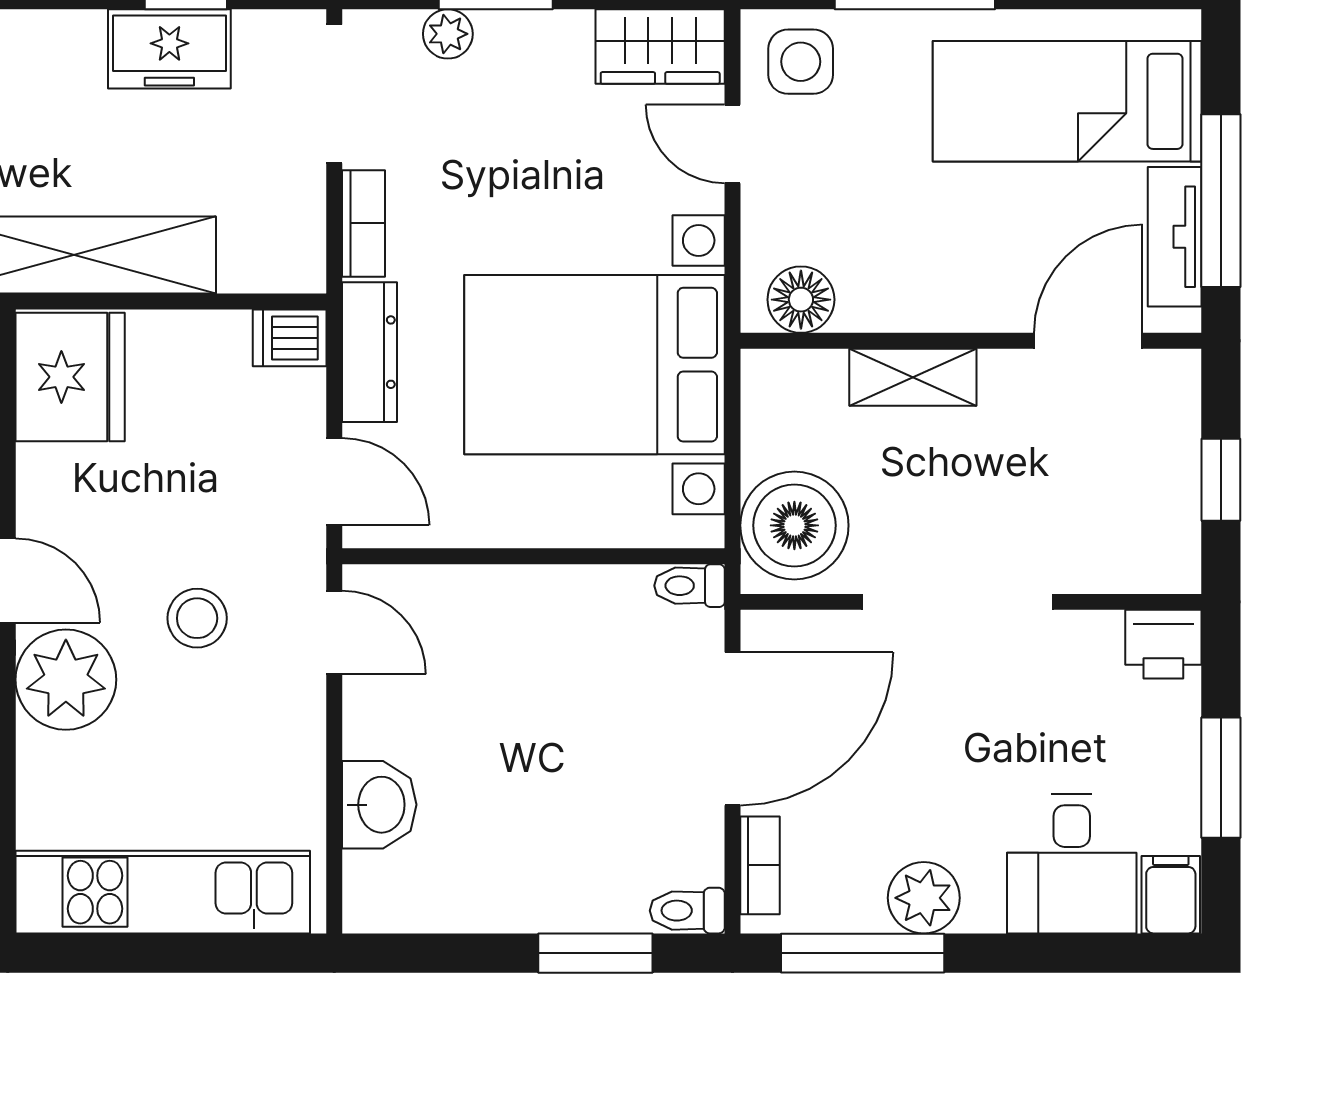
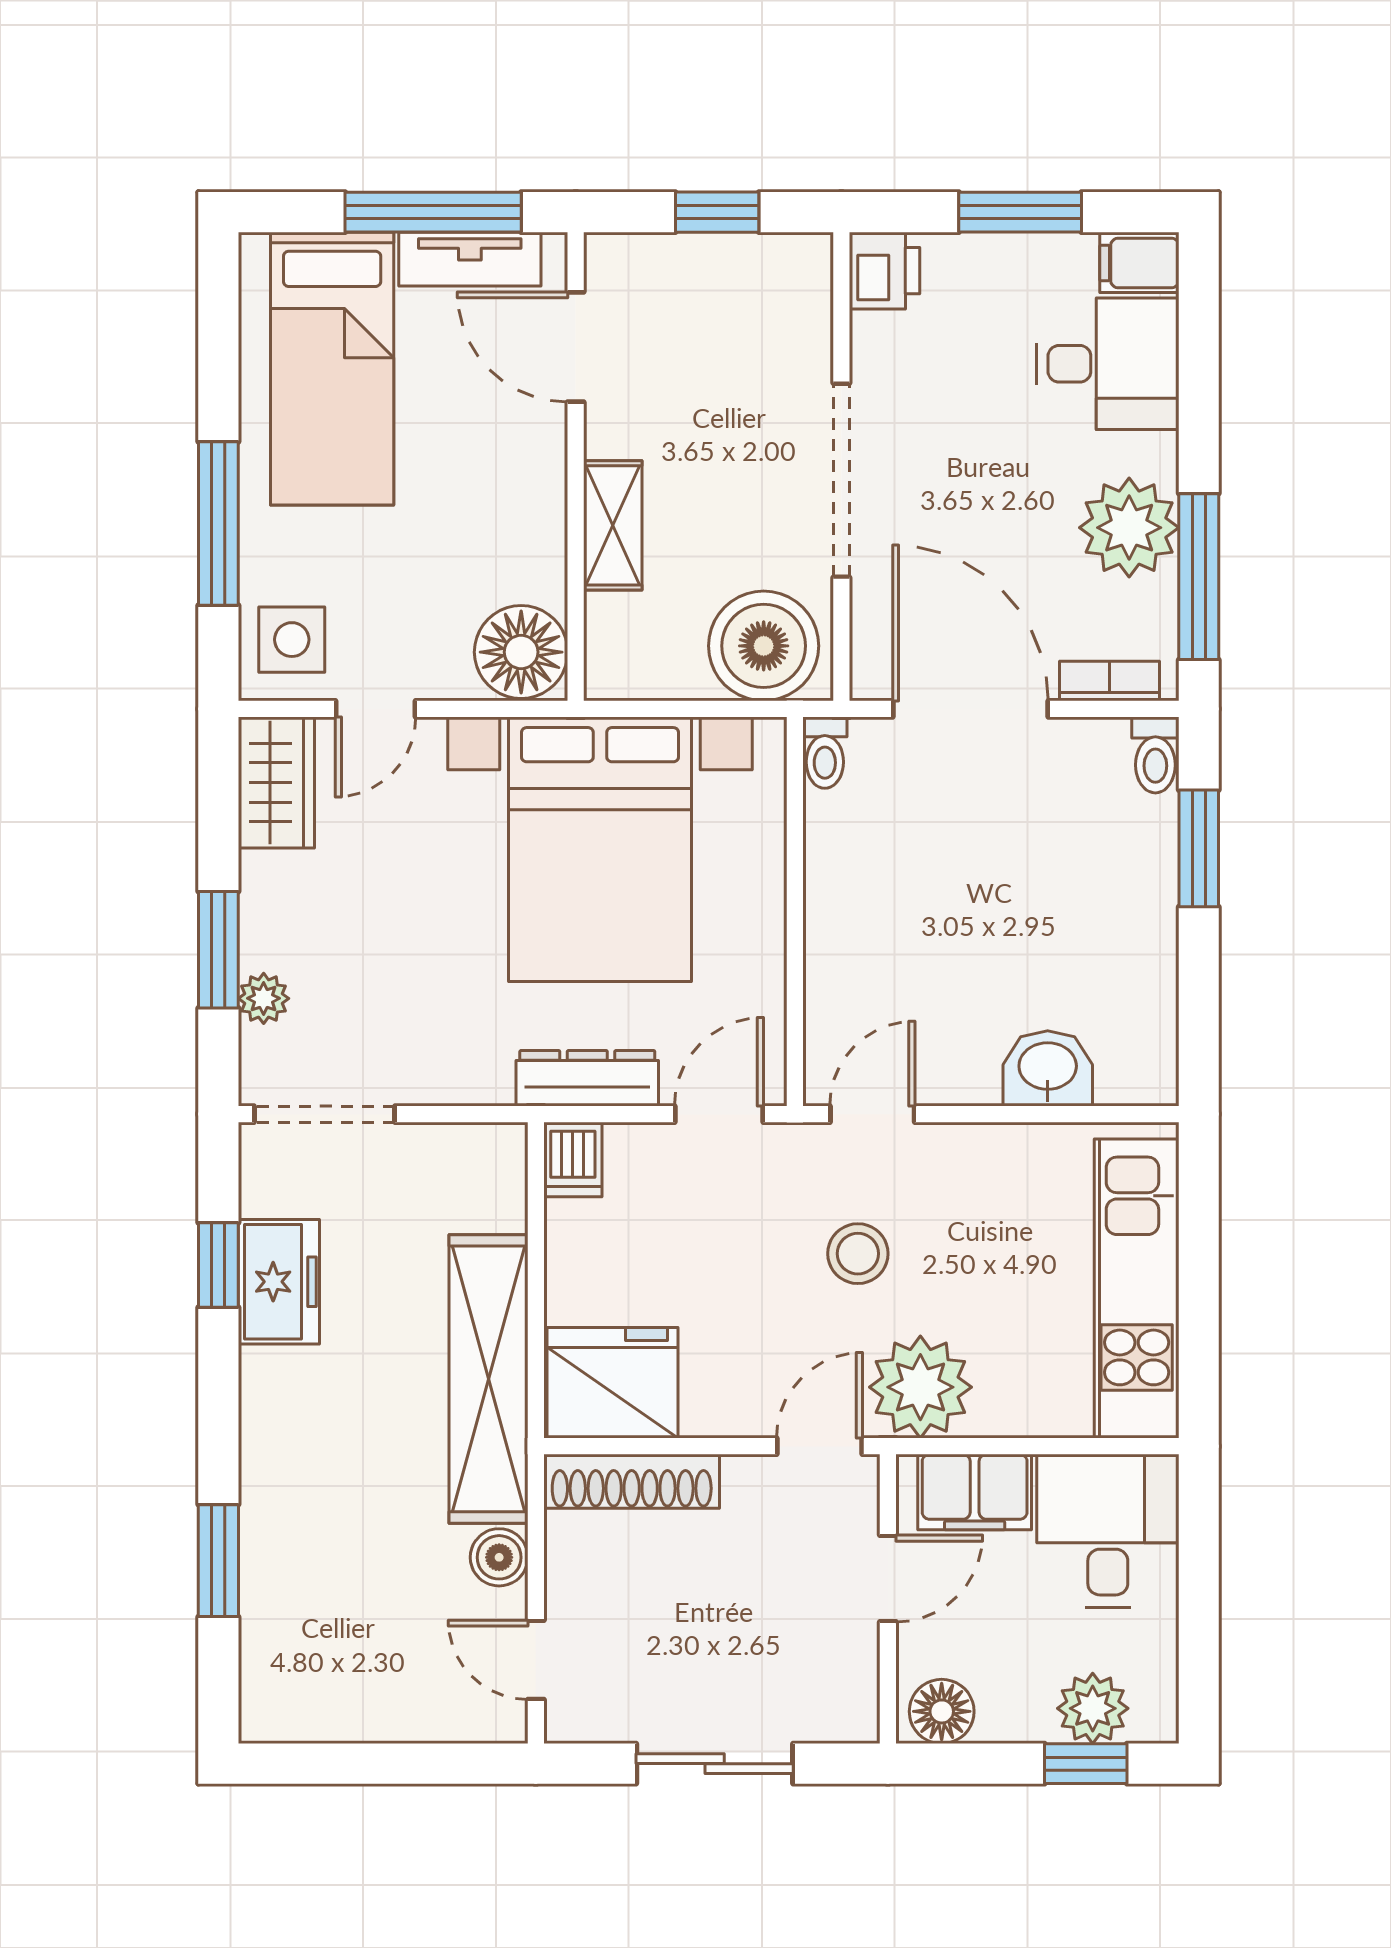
bookcase: (363, 223) -> (456, 1084), removed
floor lamp: (801, 300) -> (521, 652), width x1.38, depth x1.38
plant: (924, 898) -> (1129, 528), width x1.36, depth x1.36

